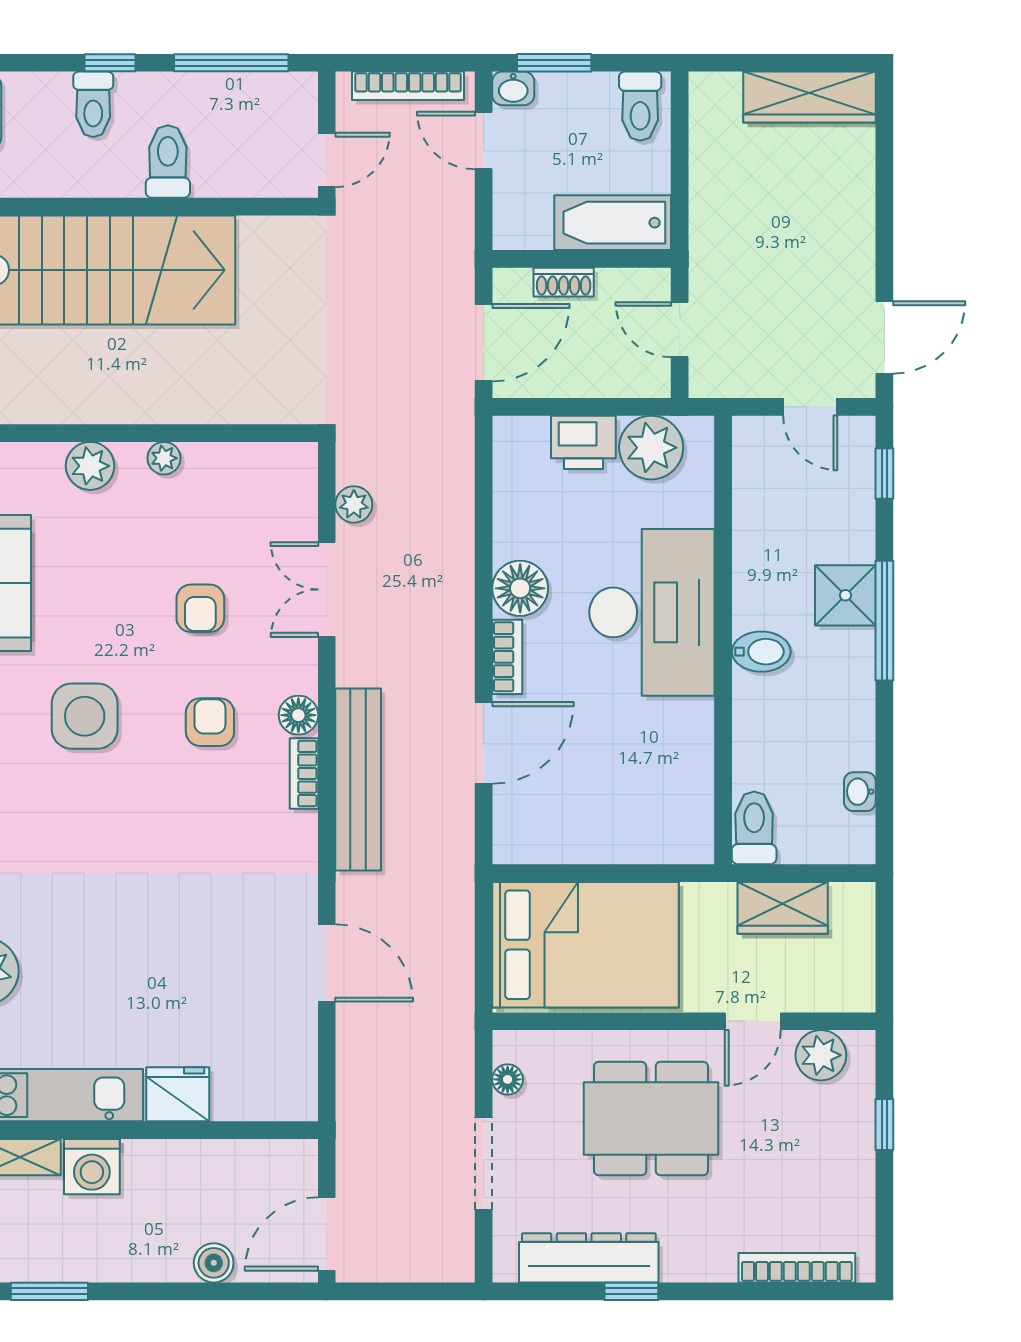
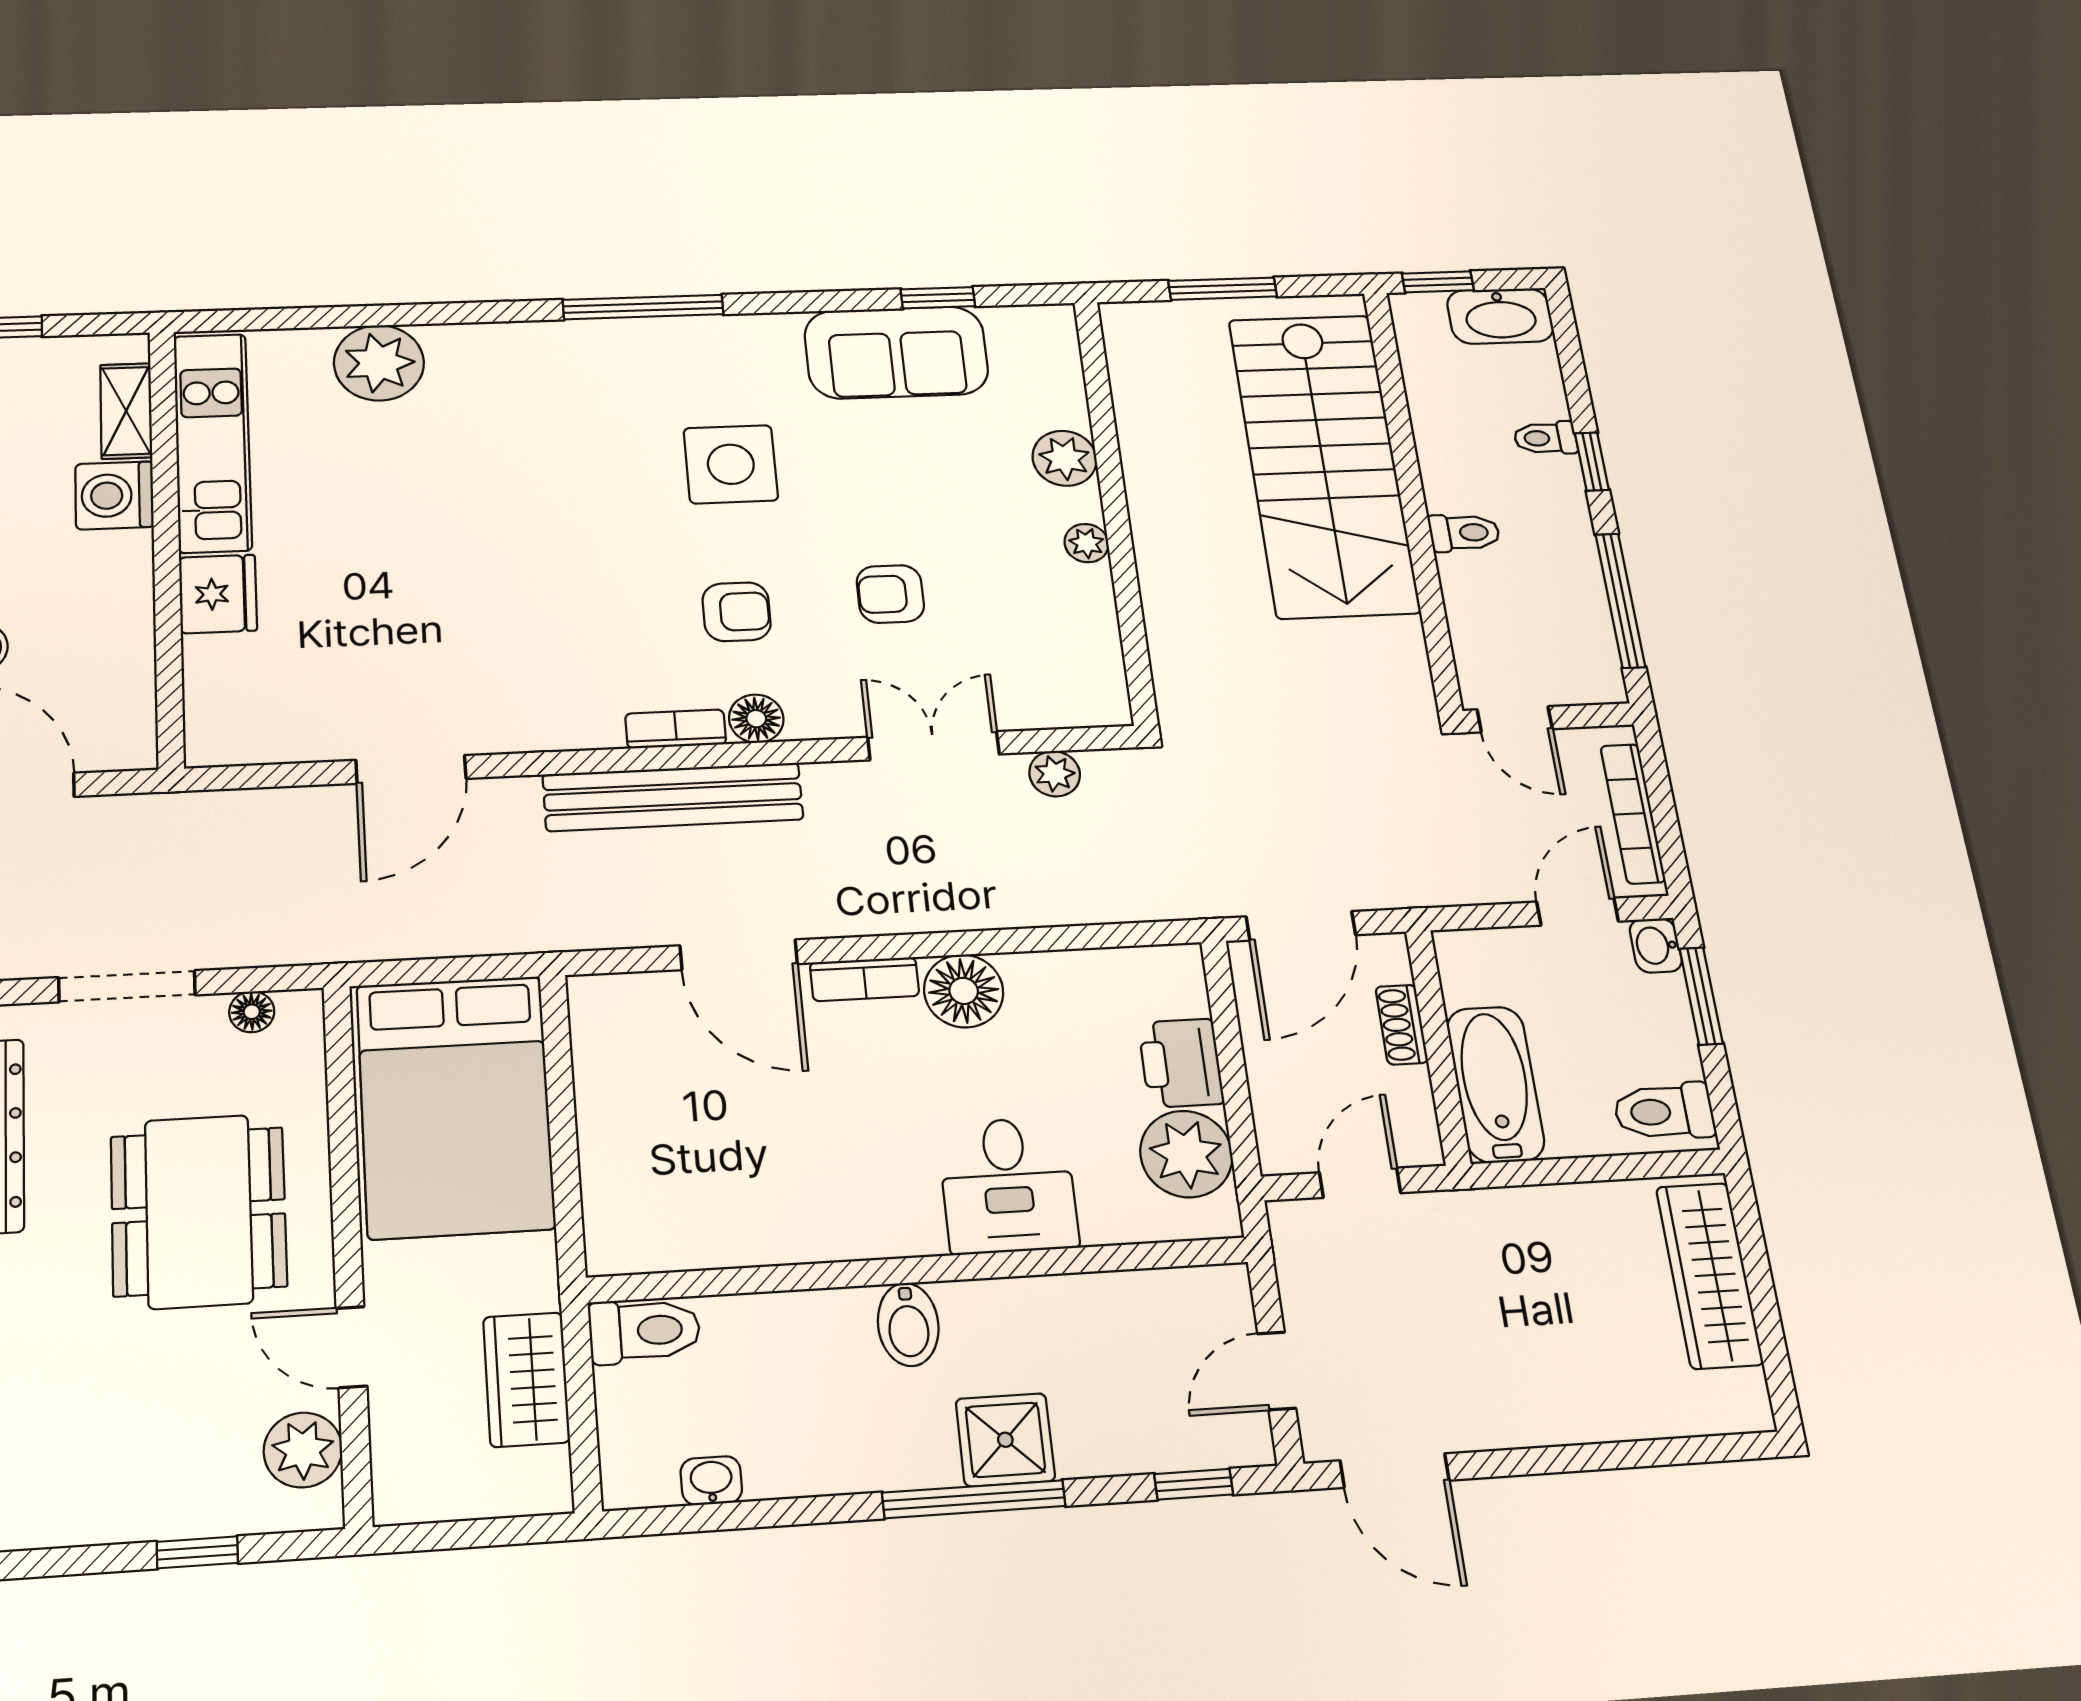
wardrobe: (810, 97) -> (1709, 1275), moved
toilet: (93, 104) -> (1545, 438), width x0.73, depth x0.72
toilet: (168, 162) -> (1464, 533), width x0.73, depth x0.72
door: (484, 343) -> (1301, 926), hinge flipped
desk: (652, 612) -> (1008, 1185), width x0.53, depth x0.77

